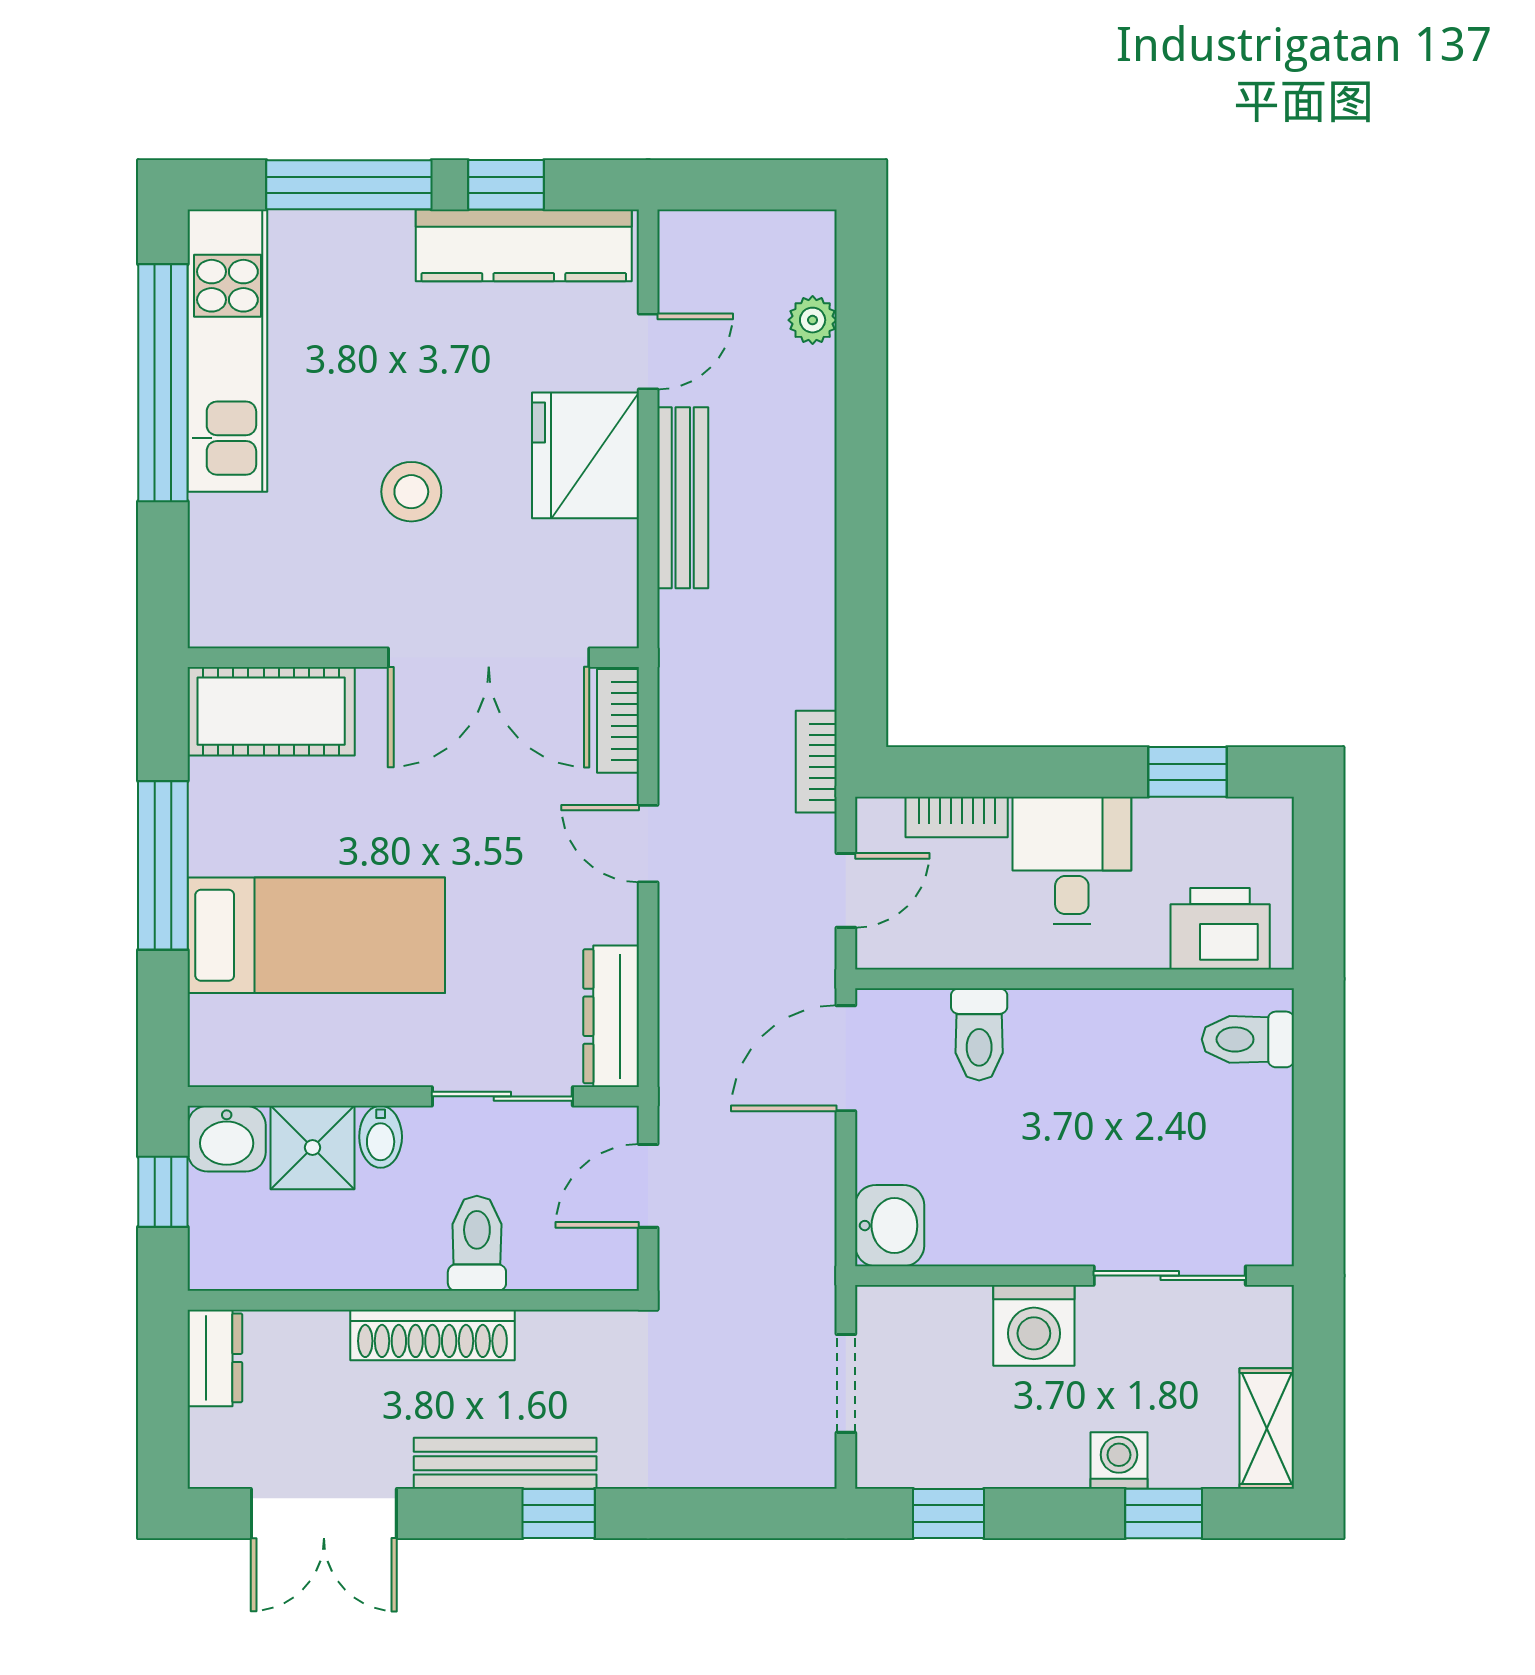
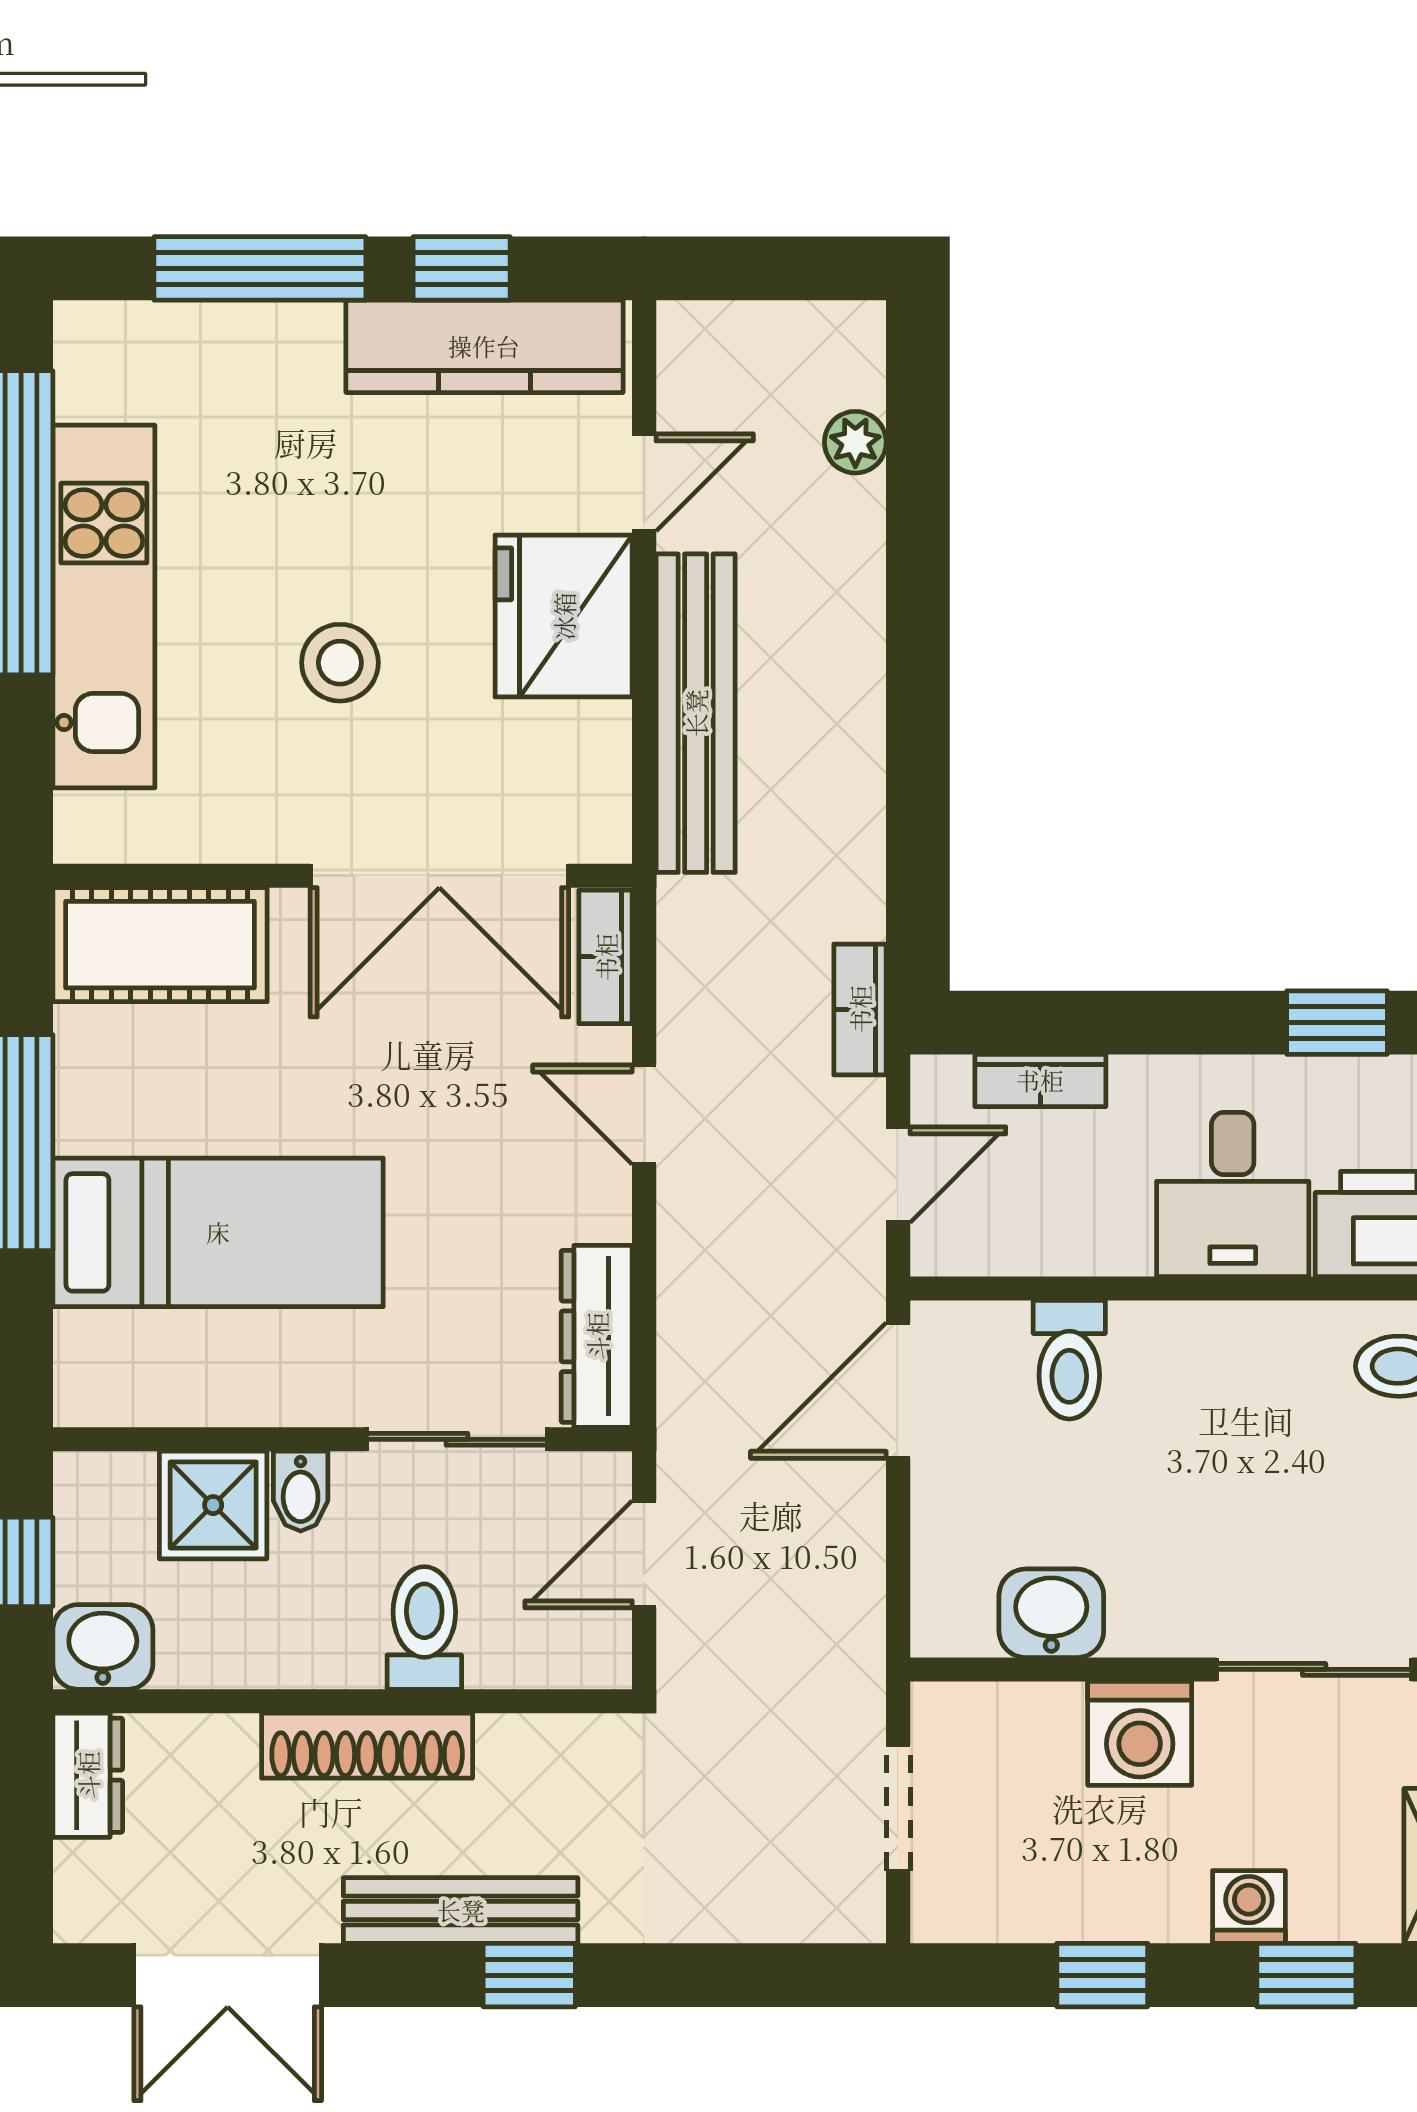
kitchen unit: (227, 351) -> (104, 606), moved
bench: (683, 498) -> (696, 713), width x1.37, depth x1.21
desk: (1072, 861) -> (1233, 1194), moved, turned 180
washbasin: (227, 1139) -> (103, 1647), moved, turned 180
washbasin: (890, 1226) -> (1051, 1613), moved, turned -90
window: (949, 1513) -> (1102, 1975), moved

